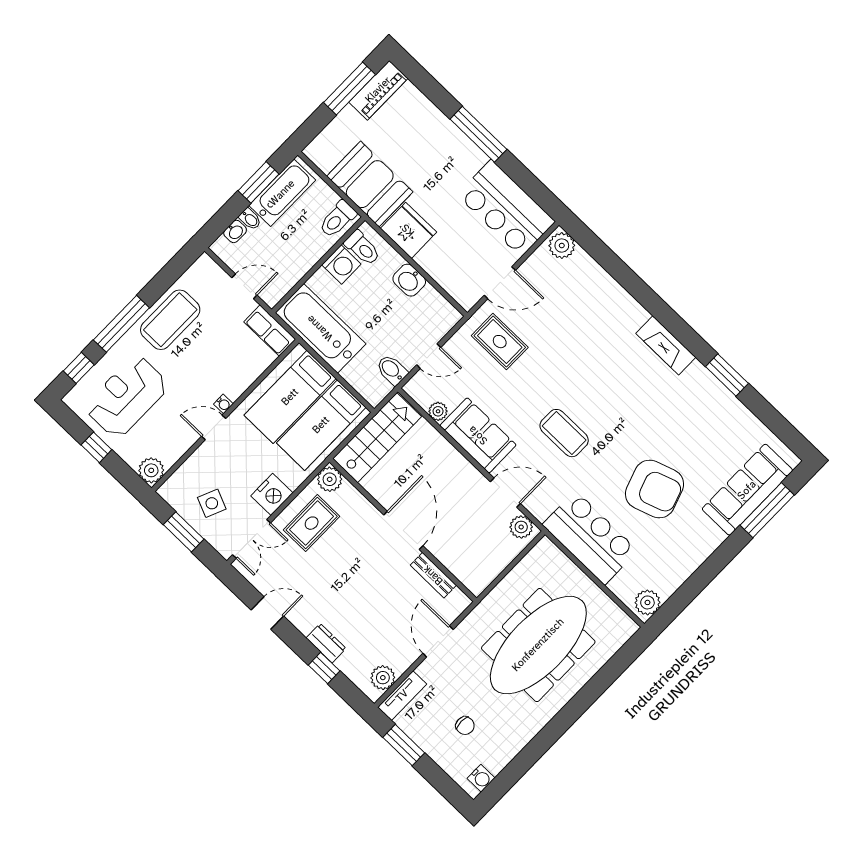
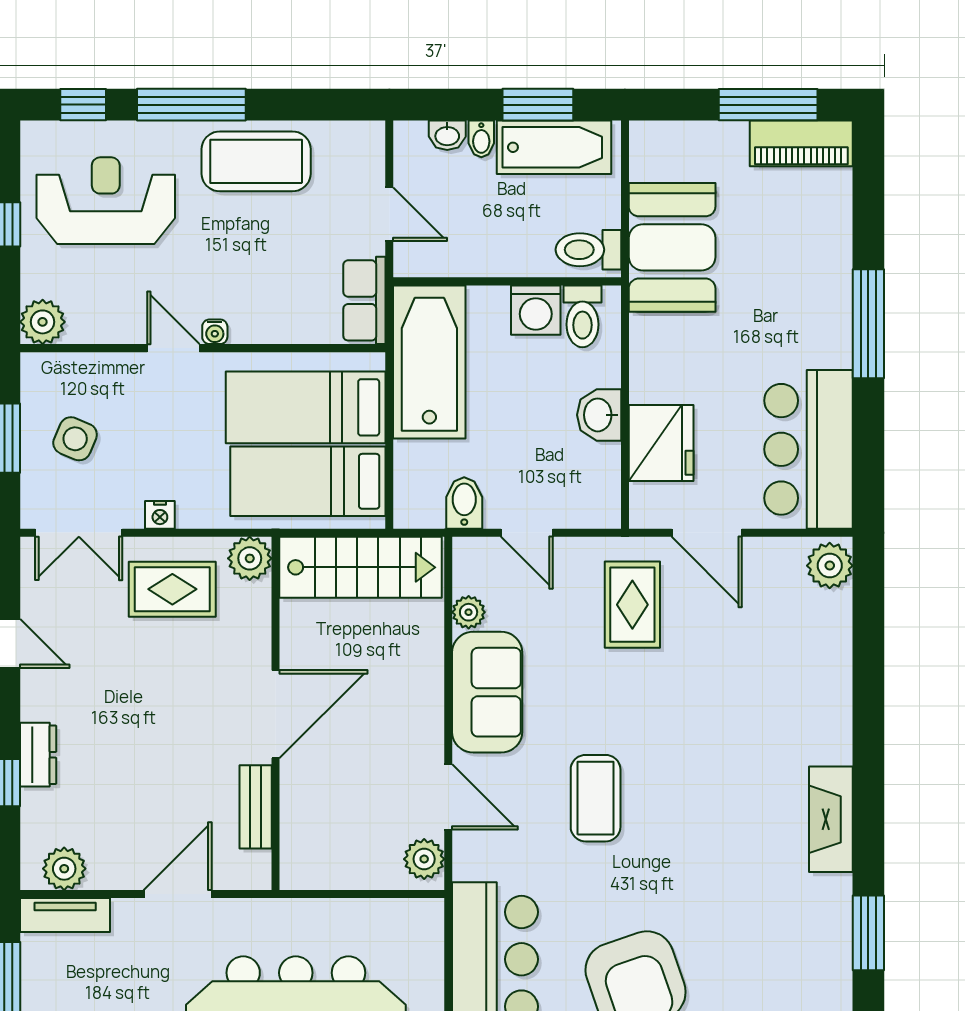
fridge: (408, 230) -> (661, 443), moved
nightstand: (272, 494) -> (160, 515), width x0.53, depth x0.56

